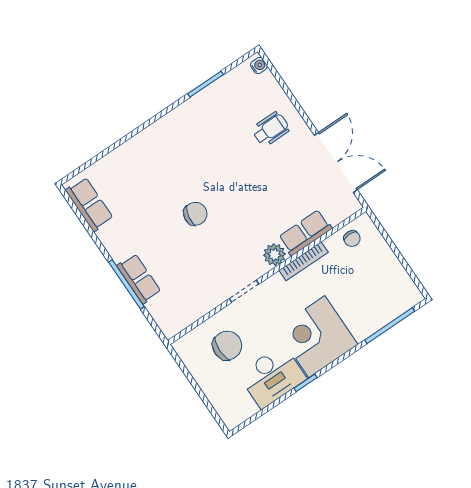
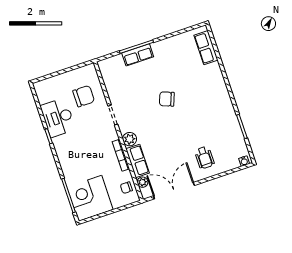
double door: (336, 162) -> (174, 191), swing flipped
row of seats: (89, 204) -> (206, 48), moved, turned 90
chair: (195, 214) -> (167, 99), turned 101
plant: (336, 216) -> (142, 182), added
corner desk: (317, 337) -> (90, 198), moved, turned -90
chair: (227, 346) -> (84, 96), turned -90

